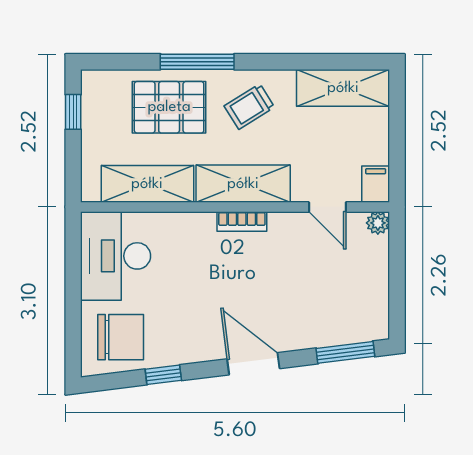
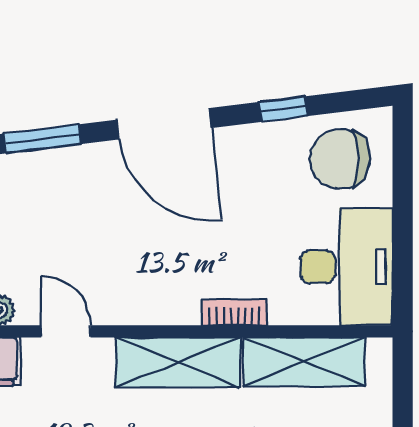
bookcase: (242, 221) -> (234, 312), moved
door: (253, 364) -> (164, 124), width x1.36

